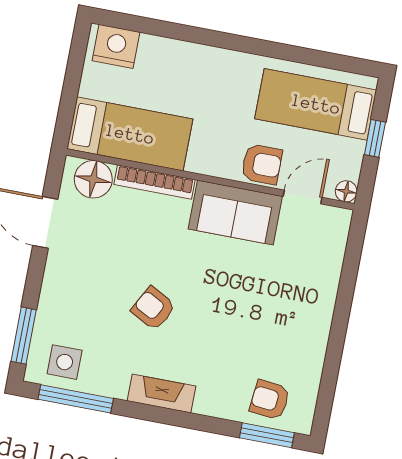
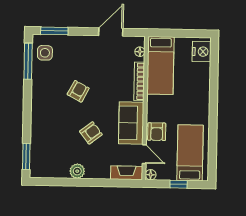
floor lamp: (93, 179) -> (140, 52), width x0.53, depth x0.53
plant: (314, 338) -> (77, 171), added
fireplace: (161, 394) -> (127, 173), moved, turned -90
armchair: (270, 400) -> (91, 133), moved, turned 46

